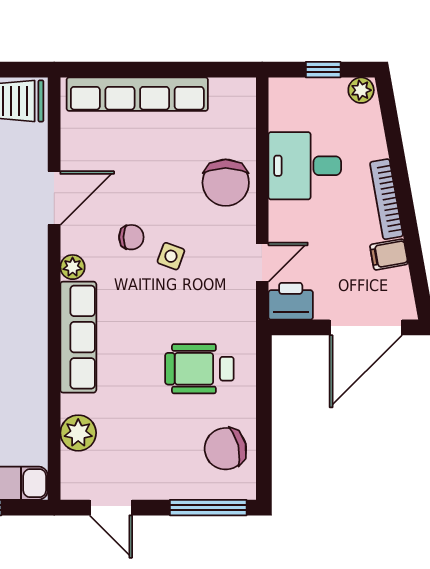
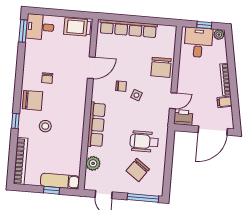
desk: (305, 166) -> (198, 42), moved, turned 90
plant: (73, 267) -> (96, 96), removed
chair: (225, 449) -> (138, 170), moved, turned -40

